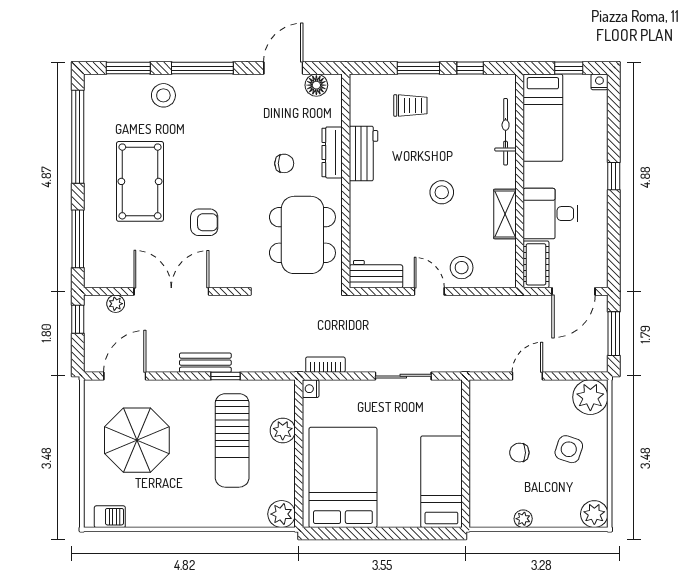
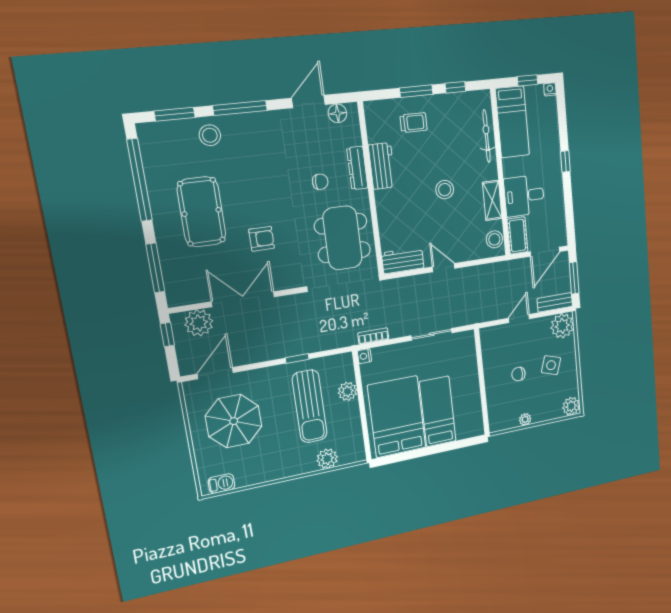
stool: (462, 268) -> (494, 239), moved
plant: (116, 304) -> (199, 323), width x1.87, depth x1.87
bench: (205, 363) -> (555, 302), moved
bed: (441, 482) -> (438, 412), moved
plant: (282, 514) -> (327, 459), moved

